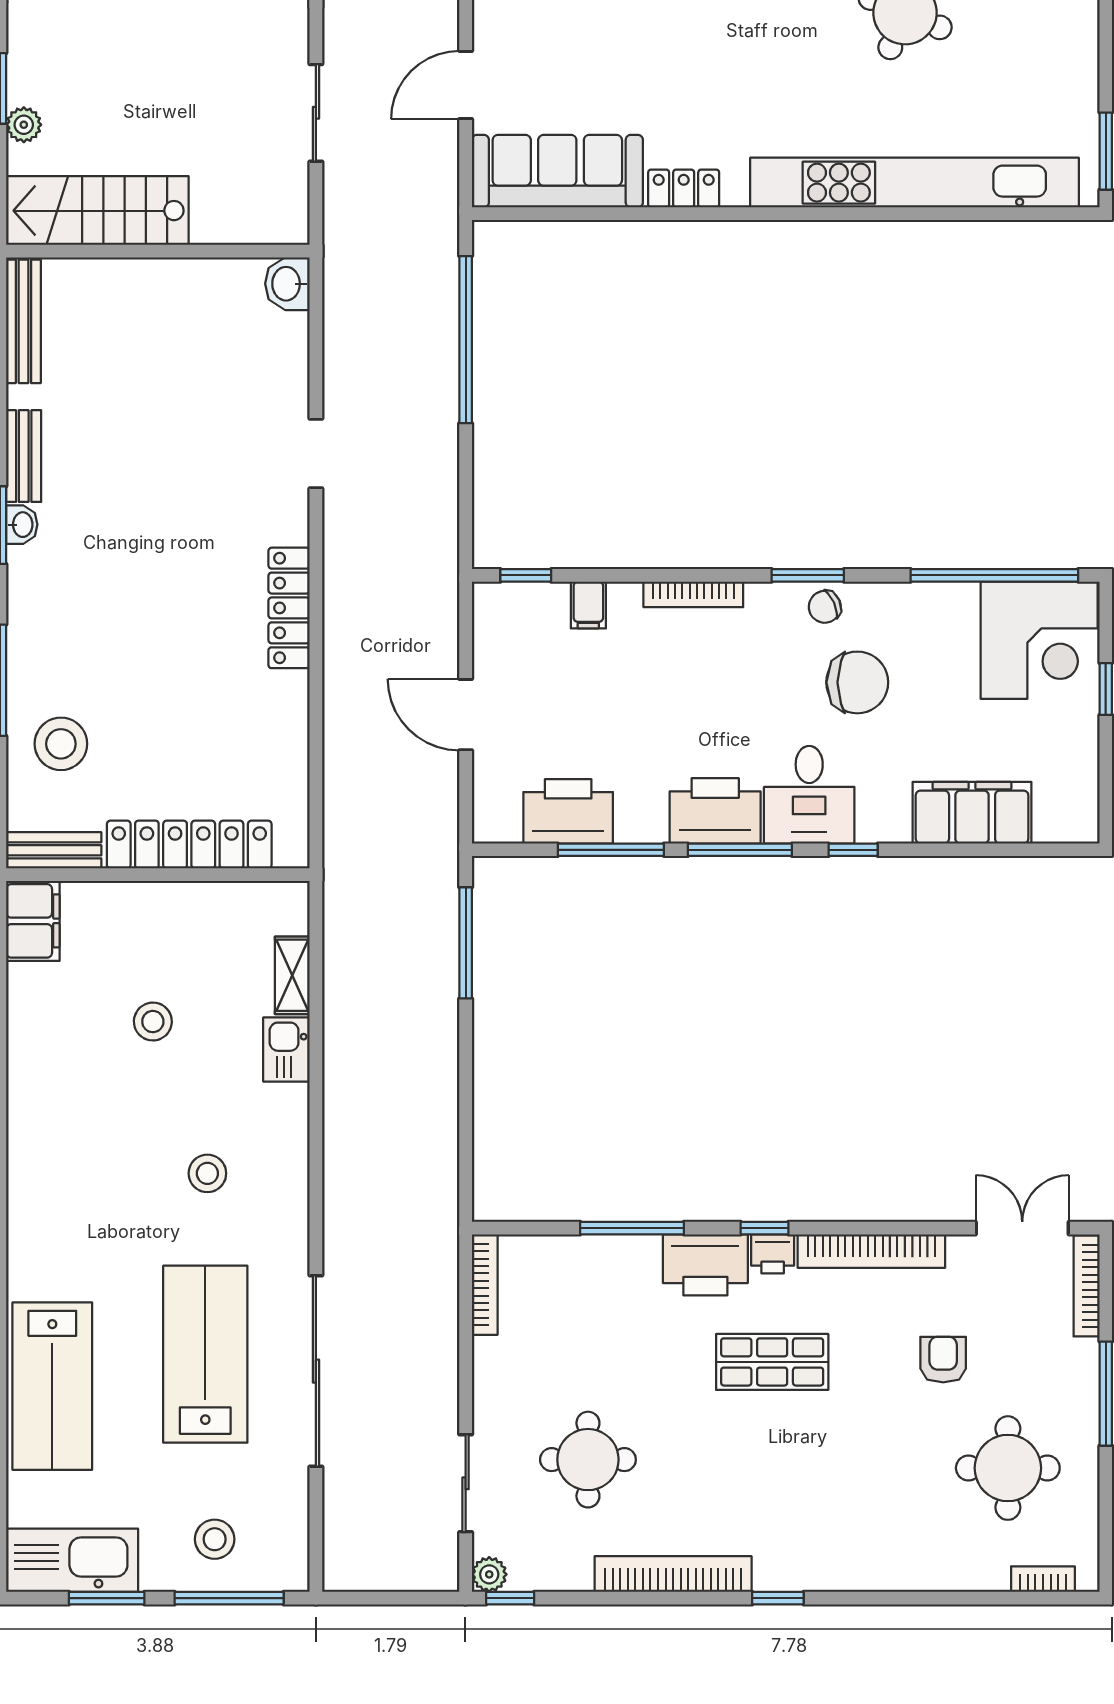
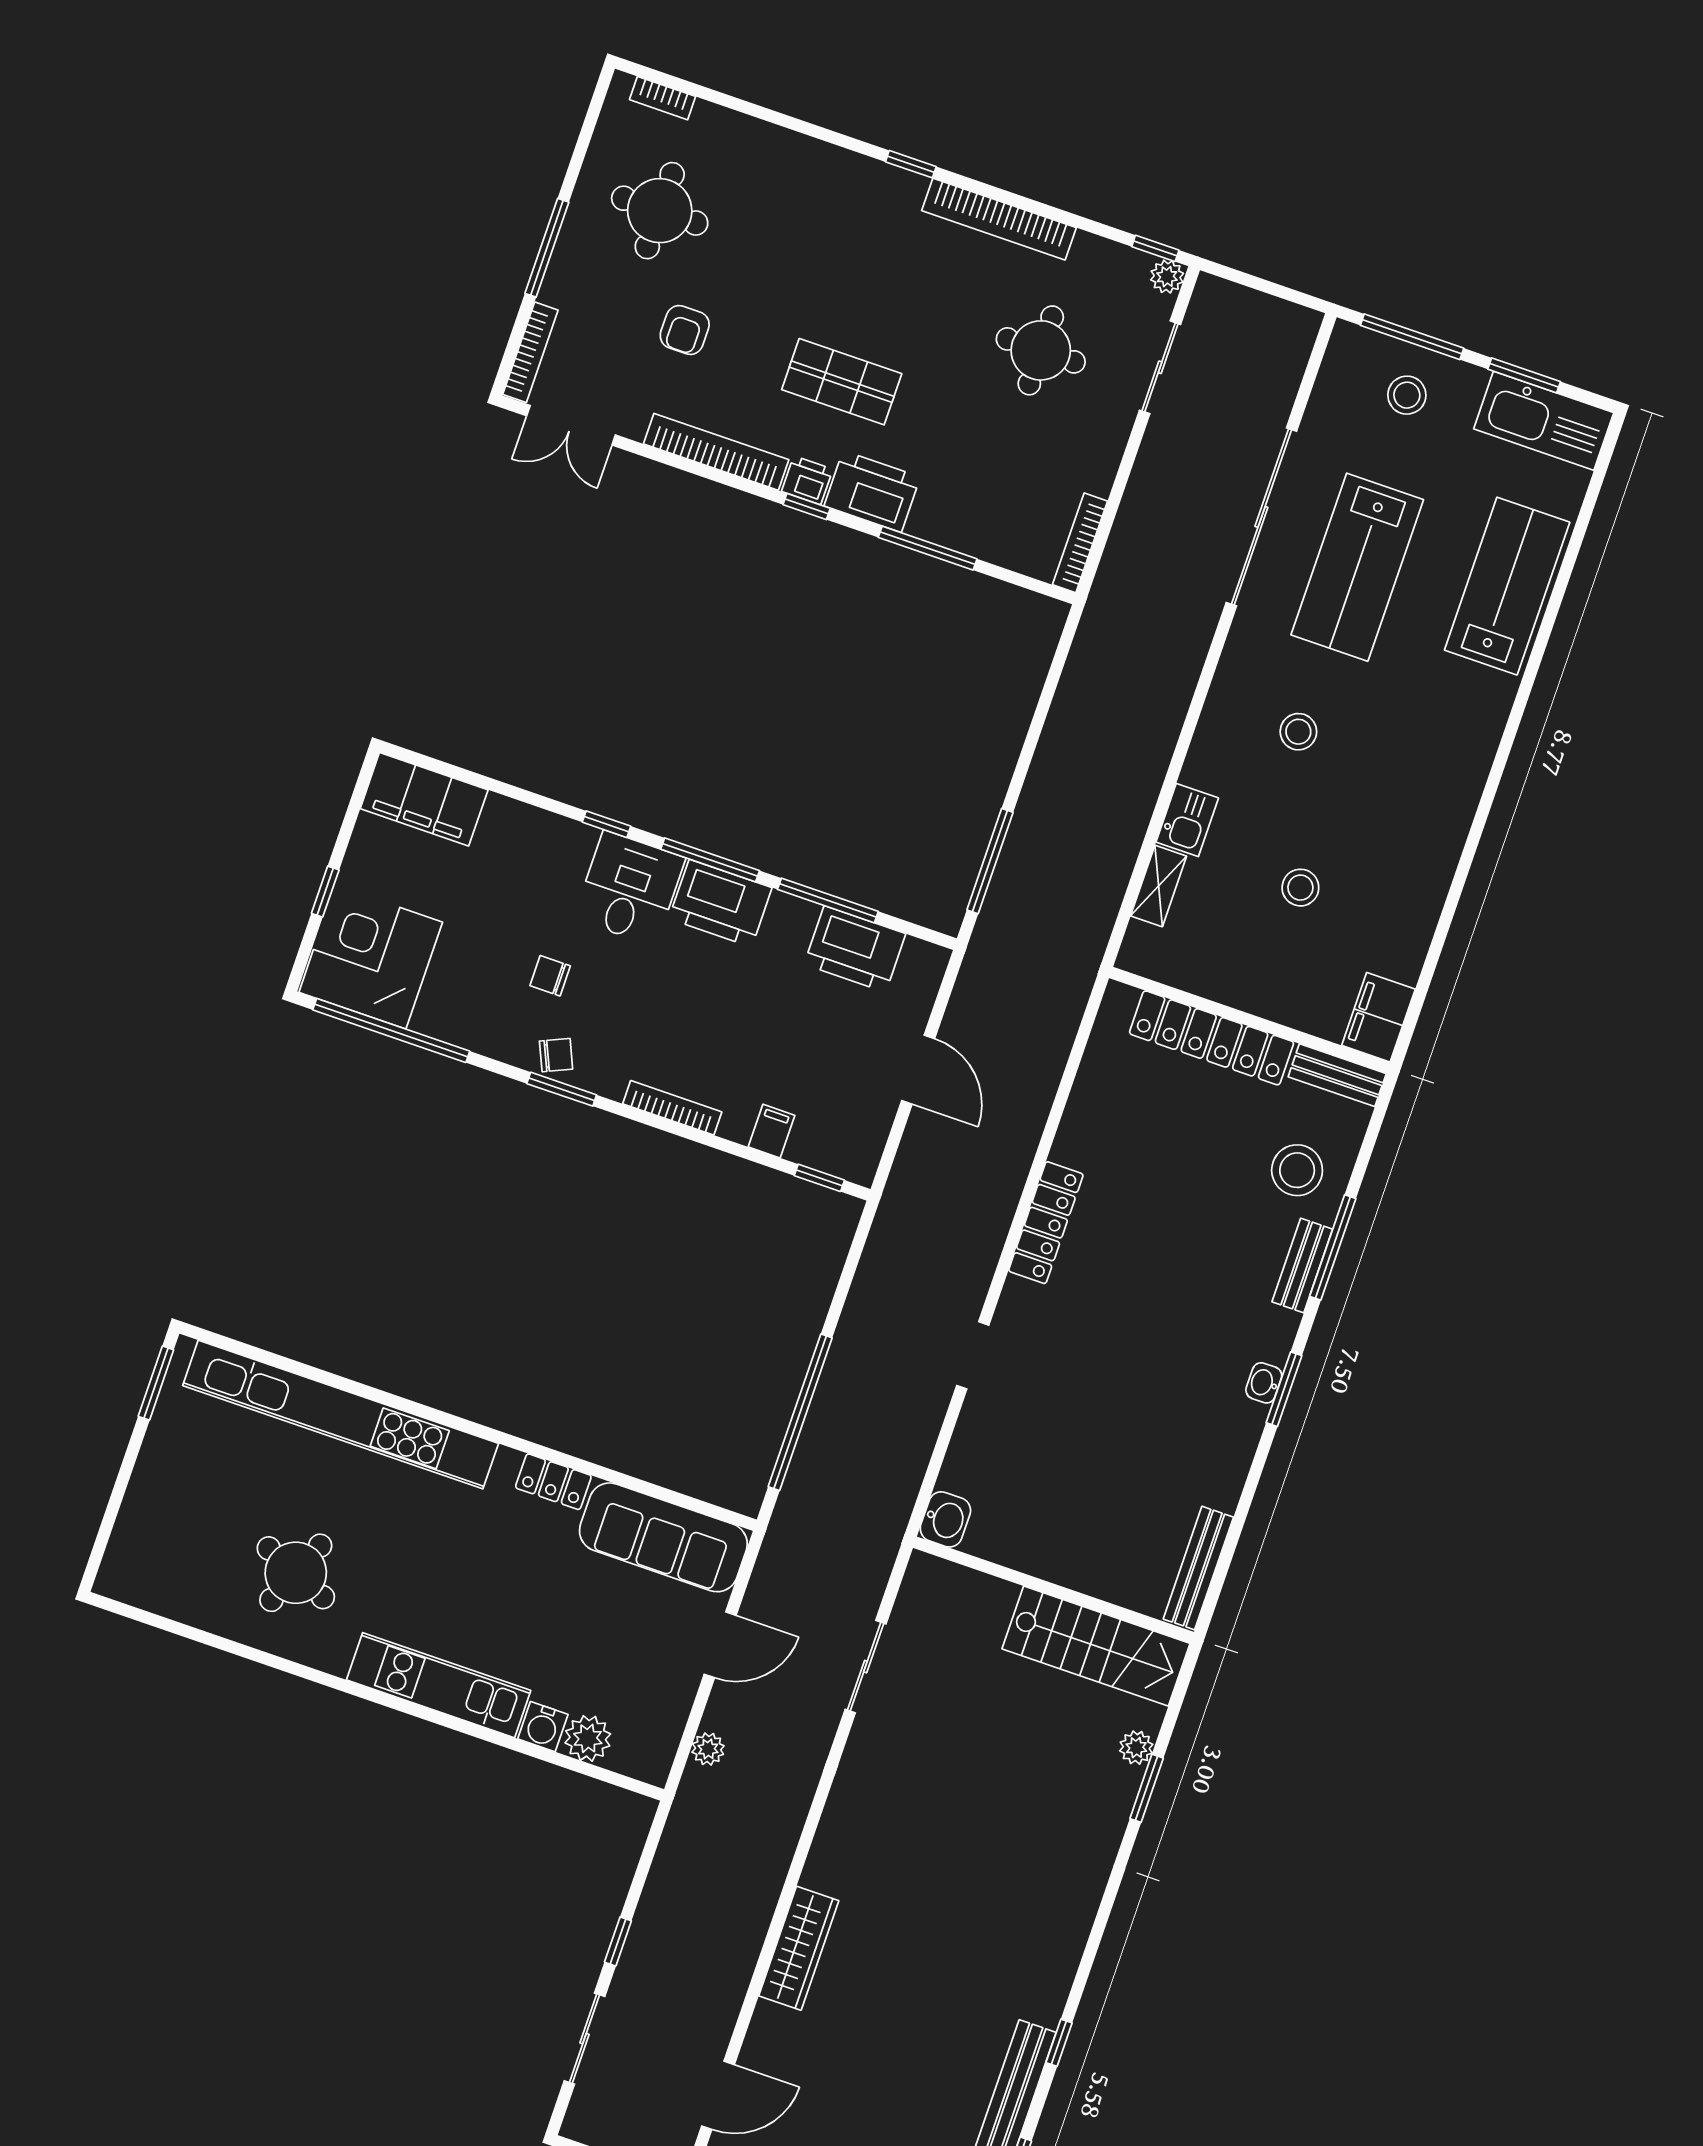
bench: (24, 456) -> (1302, 1266), moved
chair: (857, 682) -> (550, 976), width x0.54, depth x0.54
filing cabinet: (972, 813) -> (424, 799), moved

